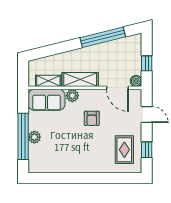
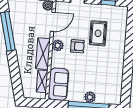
plant: (72, 96) -> (58, 45), moved
rug: (124, 150) -> (98, 33), moved, turned 90

